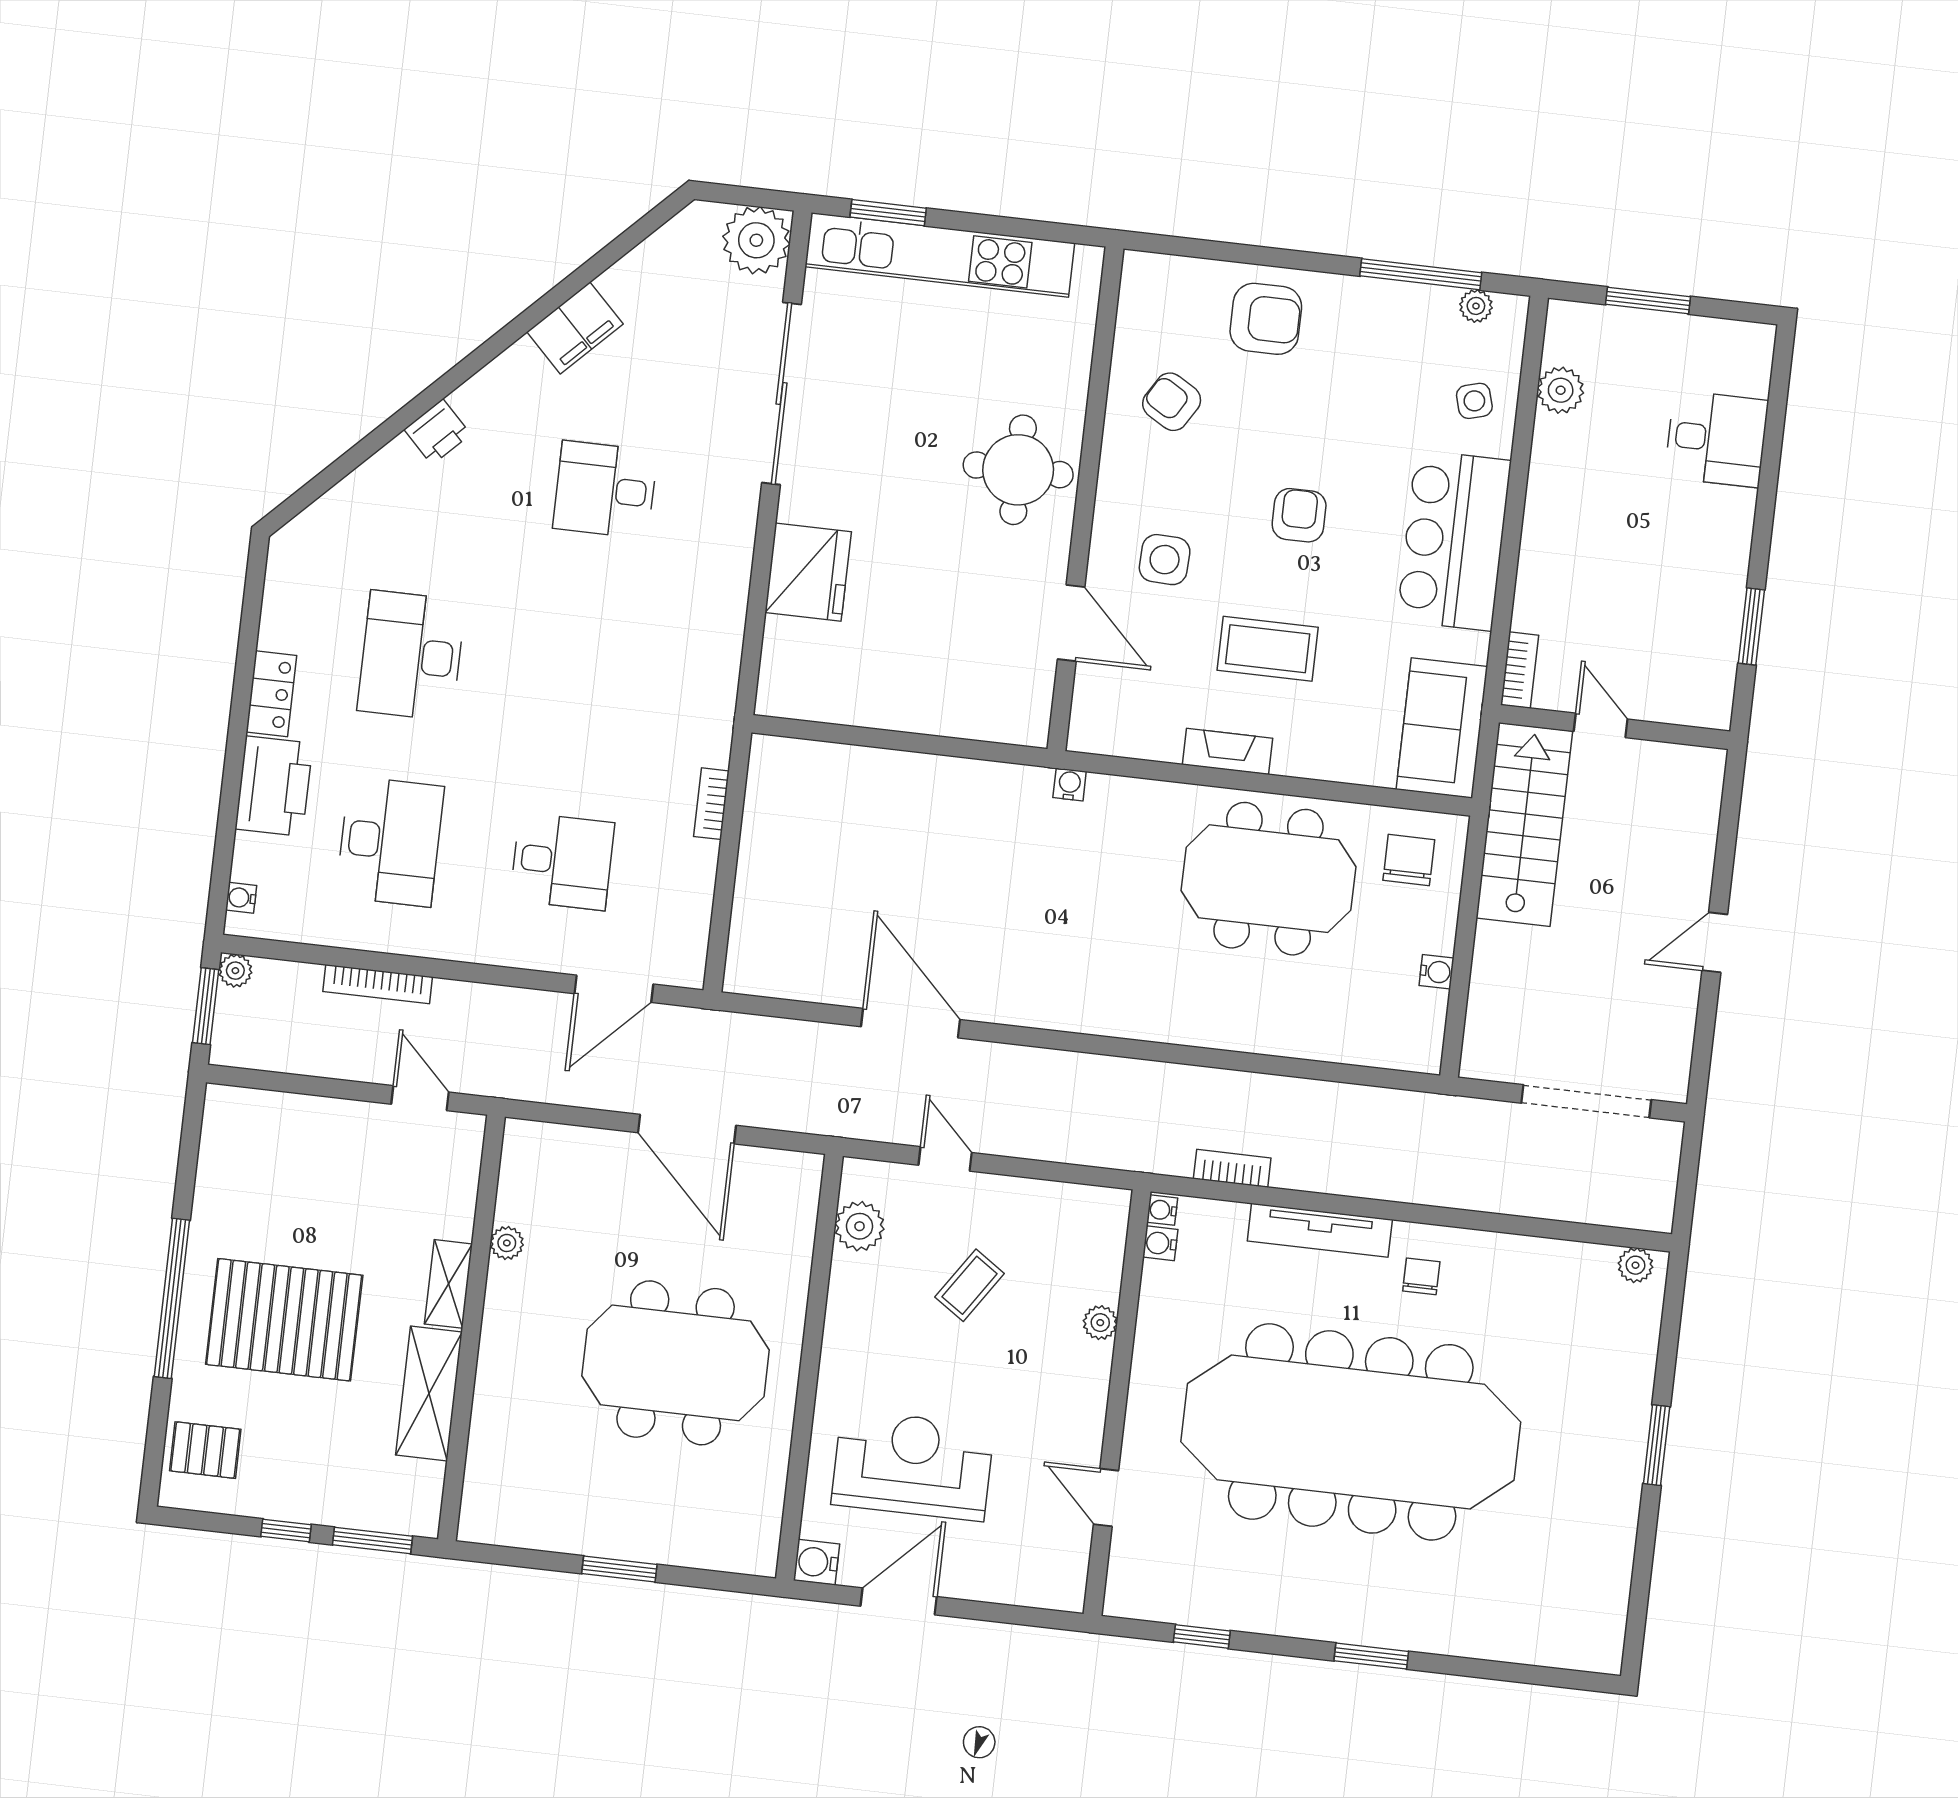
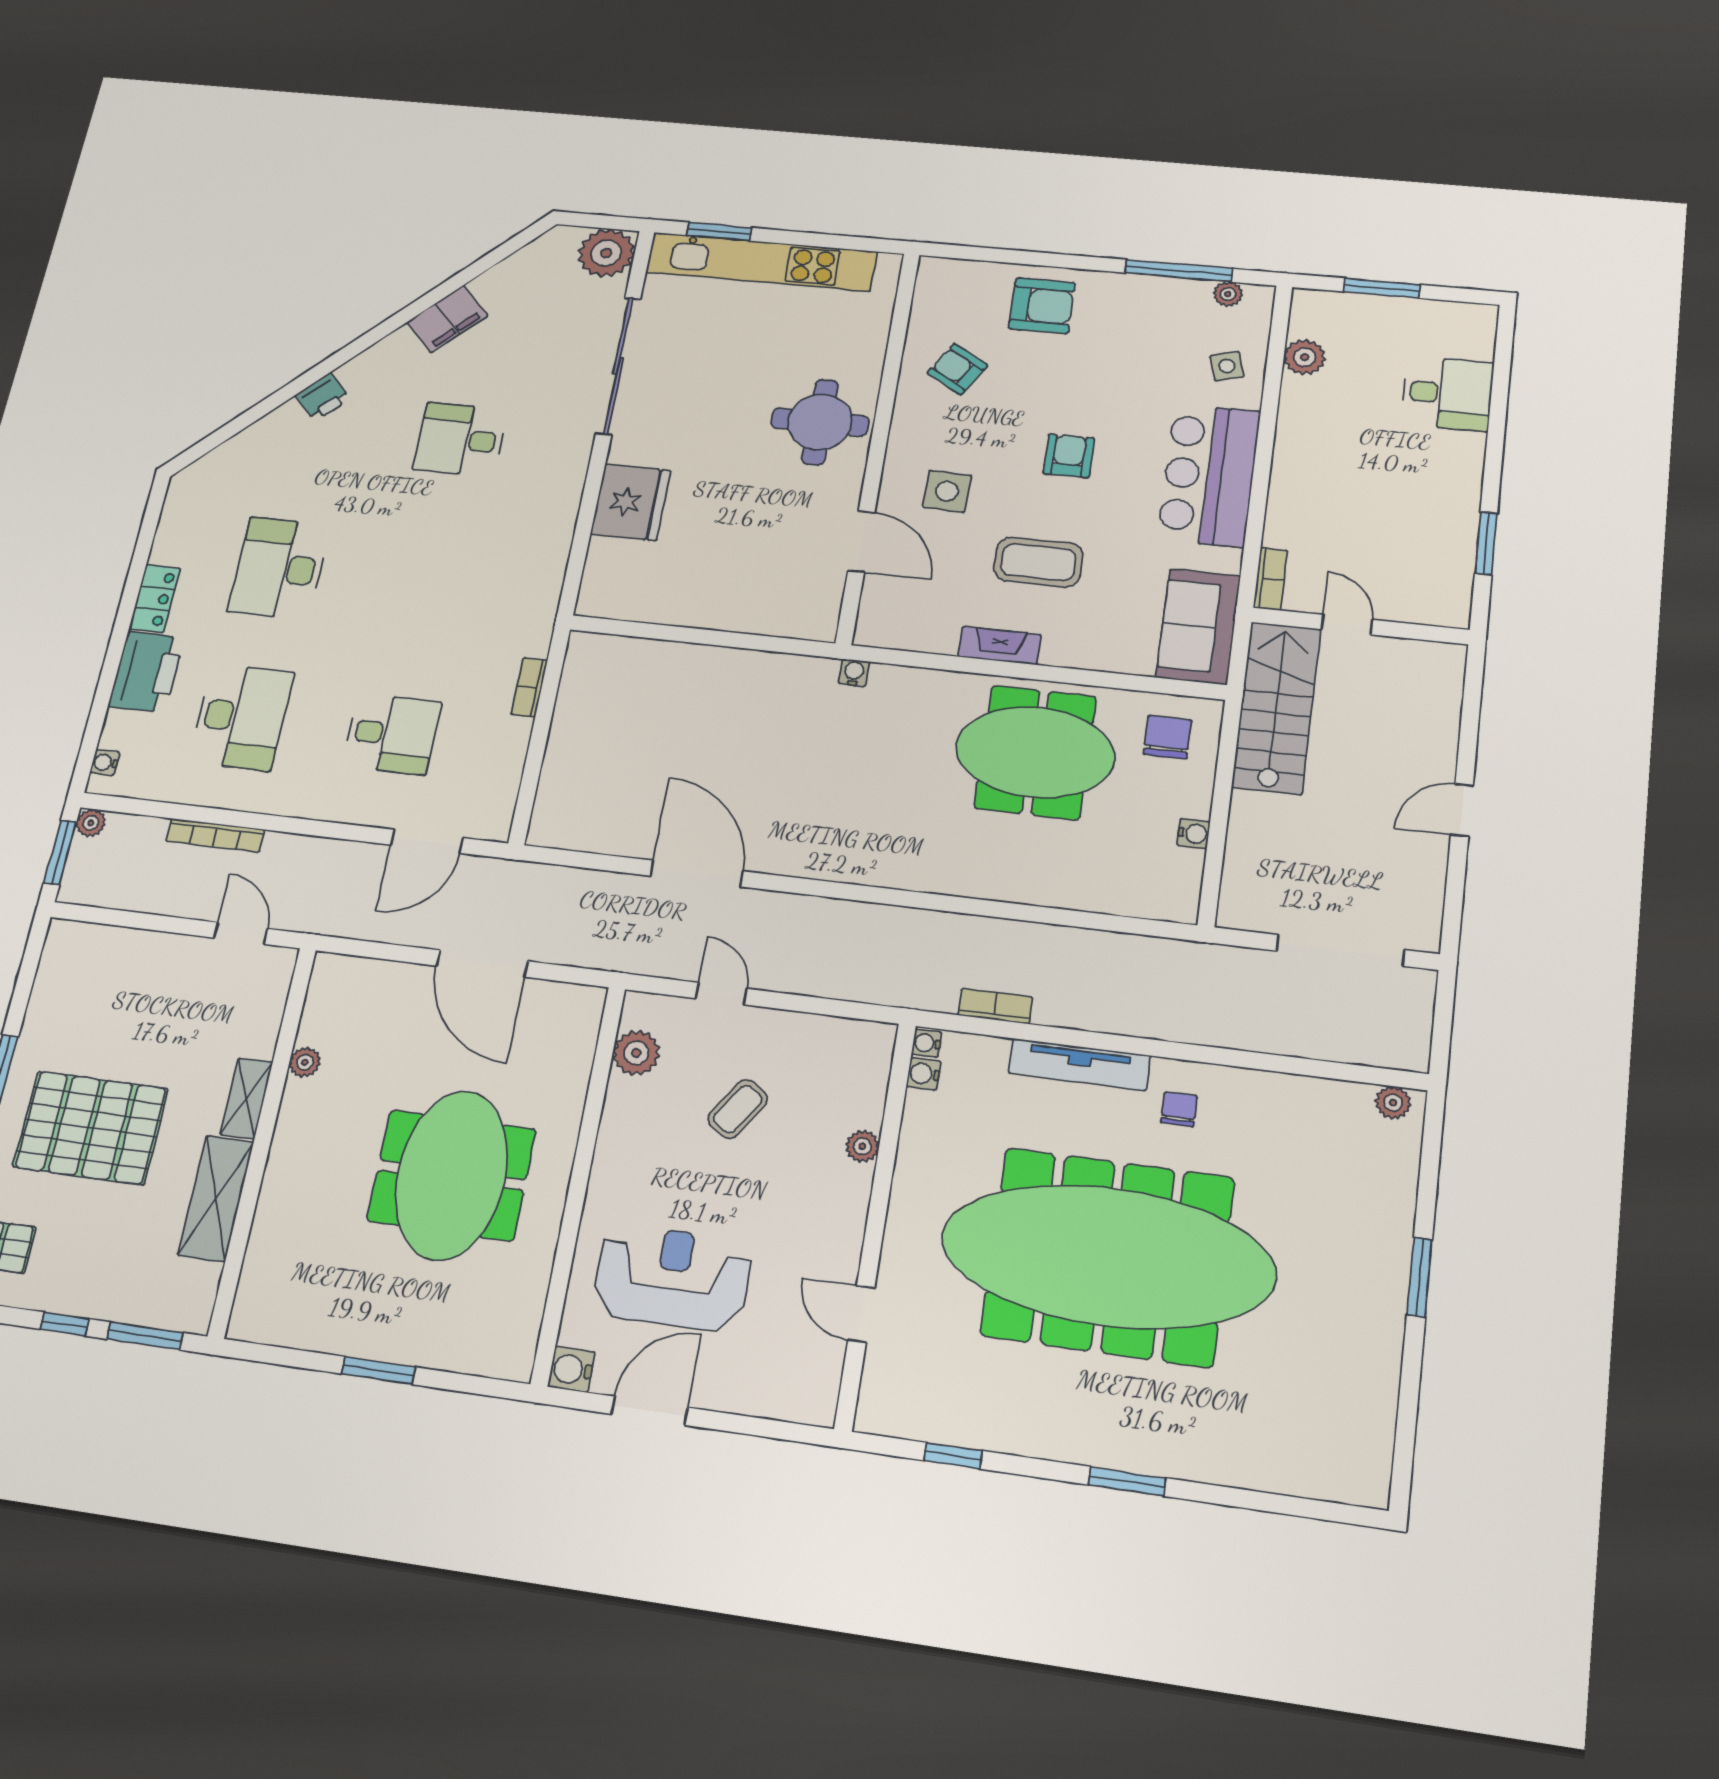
meeting table: (676, 1363) -> (451, 1175), turned 90

